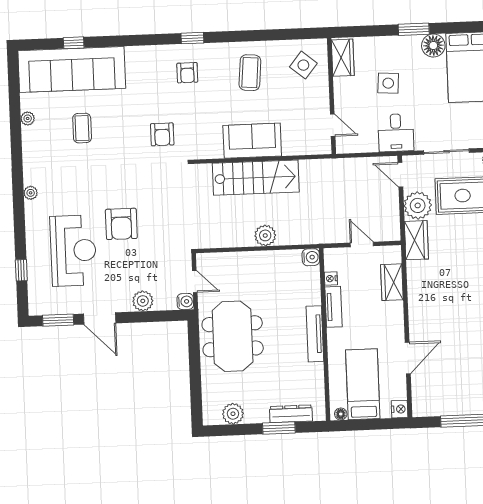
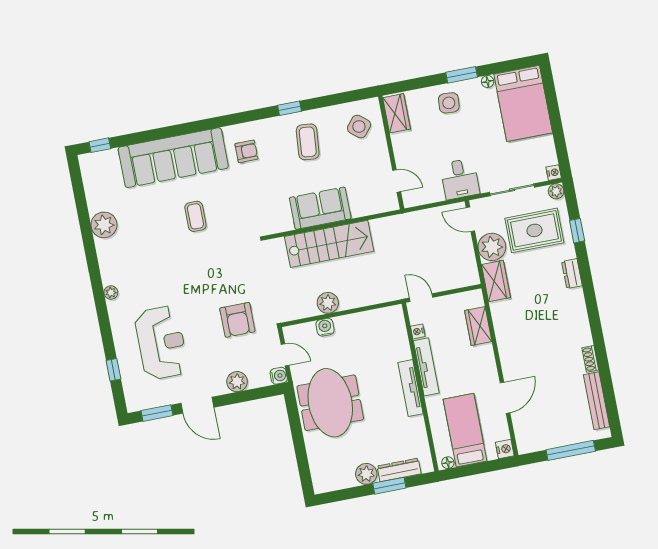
window: (192, 38) -> (290, 108), moved
window: (74, 43) -> (100, 145), moved
floor lamp: (433, 45) -> (488, 82), width x0.53, depth x0.53
sofa: (72, 69) -> (173, 158), moved
armchair: (187, 73) -> (246, 151), turned -90
side table: (388, 83) -> (449, 103), moved
plant: (28, 118) -> (104, 225), width x1.88, depth x1.88
coffee table: (82, 128) -> (195, 216), moved
armchair: (162, 134) -> (231, 216), removed
armchair: (121, 224) -> (237, 320), moved
plant: (265, 235) -> (328, 303), moved
door: (362, 244) -> (421, 298), moved
water cooler: (311, 257) -> (325, 327), moved, turned -90
tv unit: (333, 307) -> (426, 367), width x1.41
plant: (233, 414) -> (366, 474), moved

